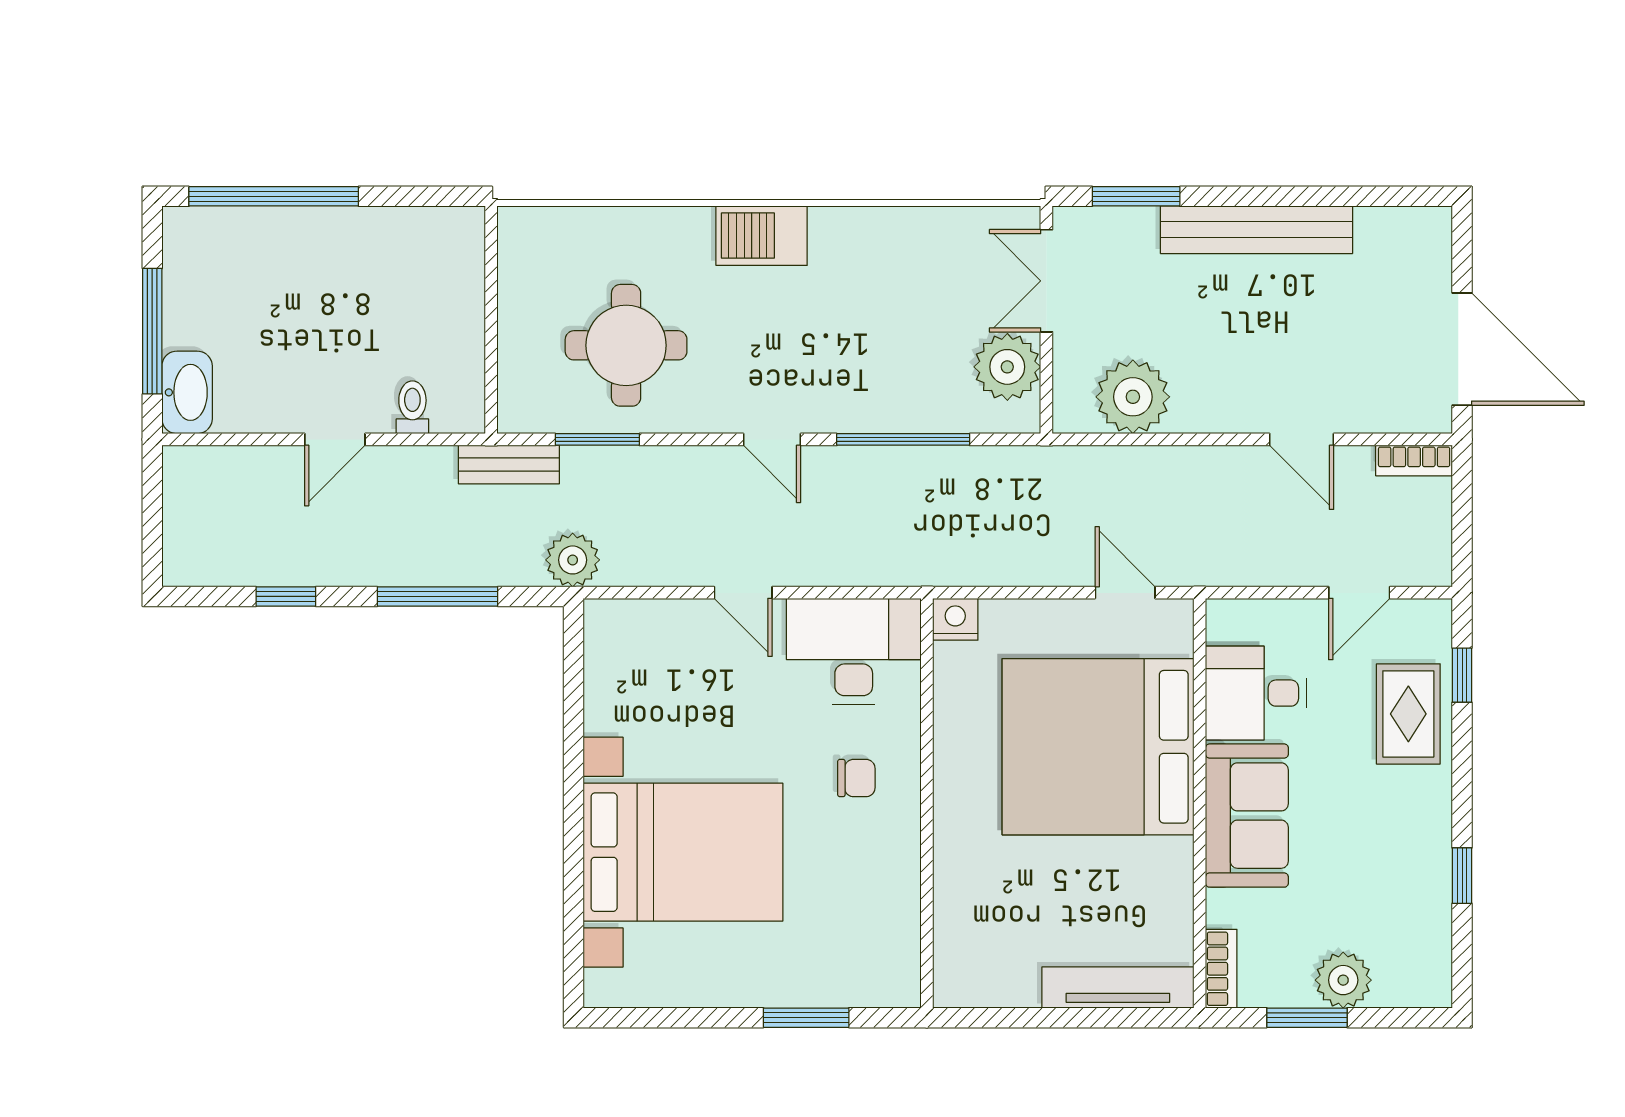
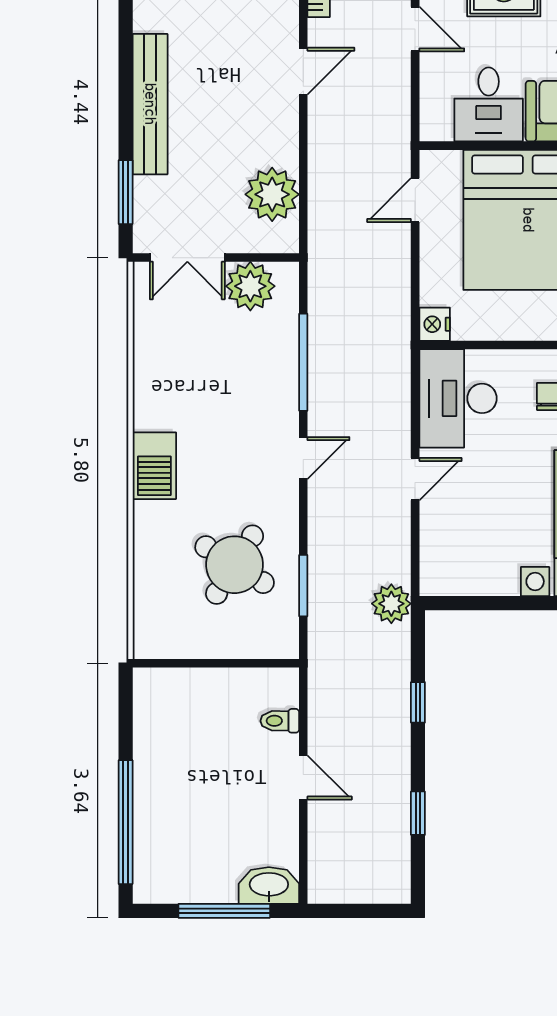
round table: (626, 345) -> (235, 565), turned 32
bench: (509, 464) -> (322, 650), removed
window: (438, 596) -> (418, 702), width x0.46

